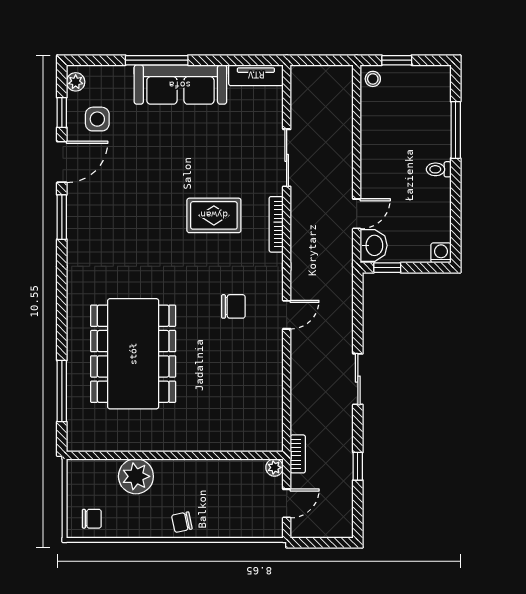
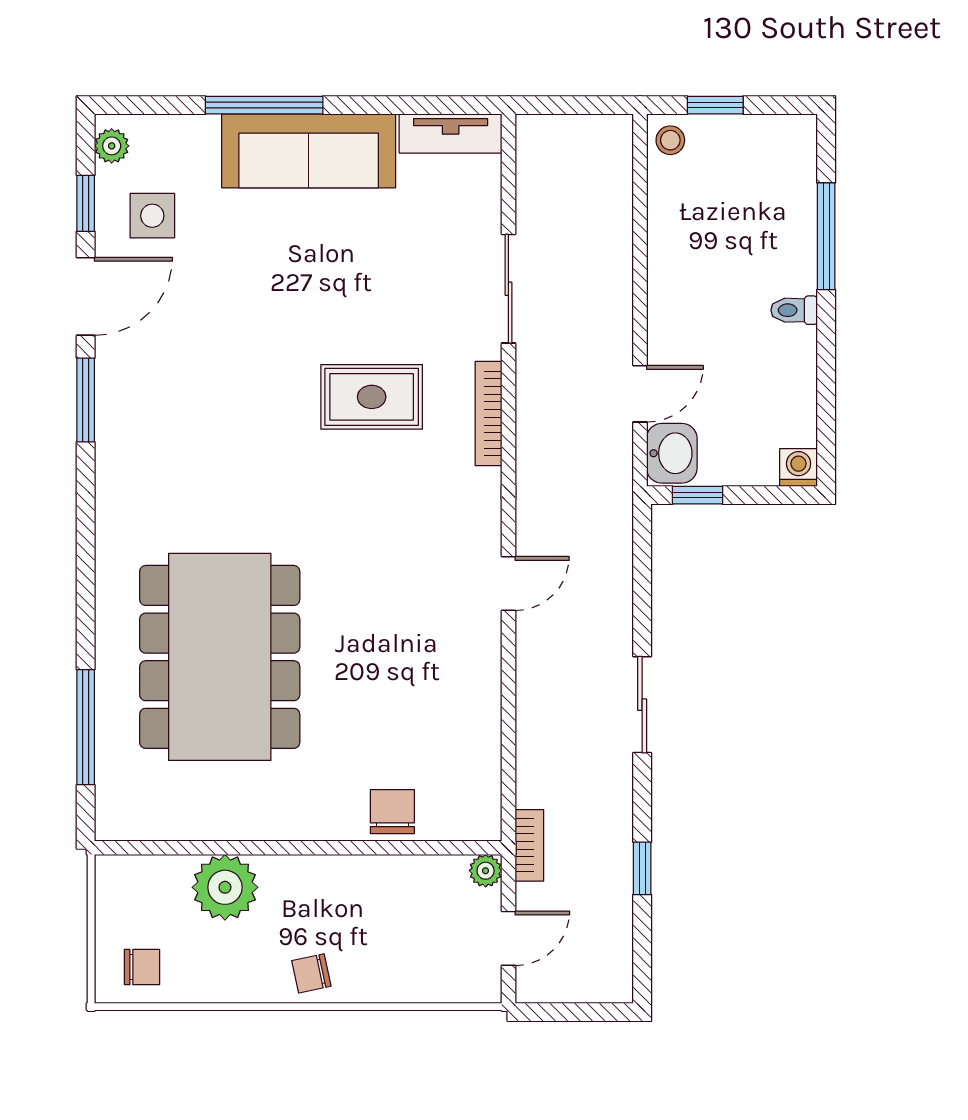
chair: (233, 306) -> (392, 812), moved, turned -90

